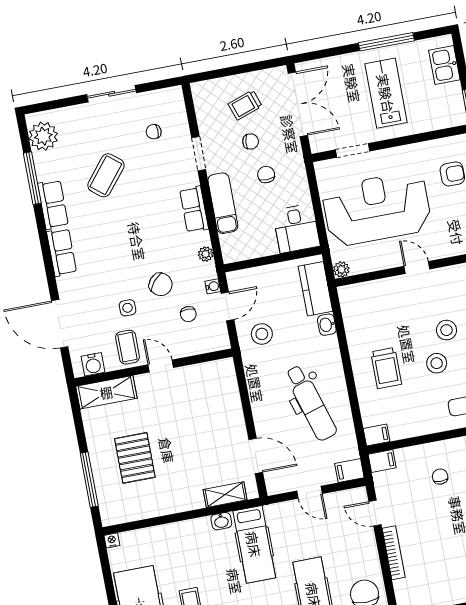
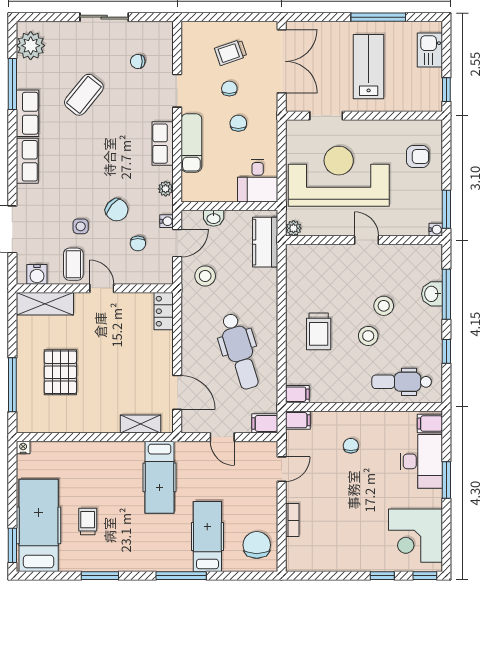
chair: (251, 141) -> (229, 89), turned -97
washbasin: (327, 325) -> (214, 218), moved, turned -90
locker: (227, 377) -> (164, 311), added
door: (375, 513) -> (282, 469), swing flipped
washbasin: (221, 521) -> (132, 449), removed
bookcase: (394, 553) -> (292, 520), width x0.64

